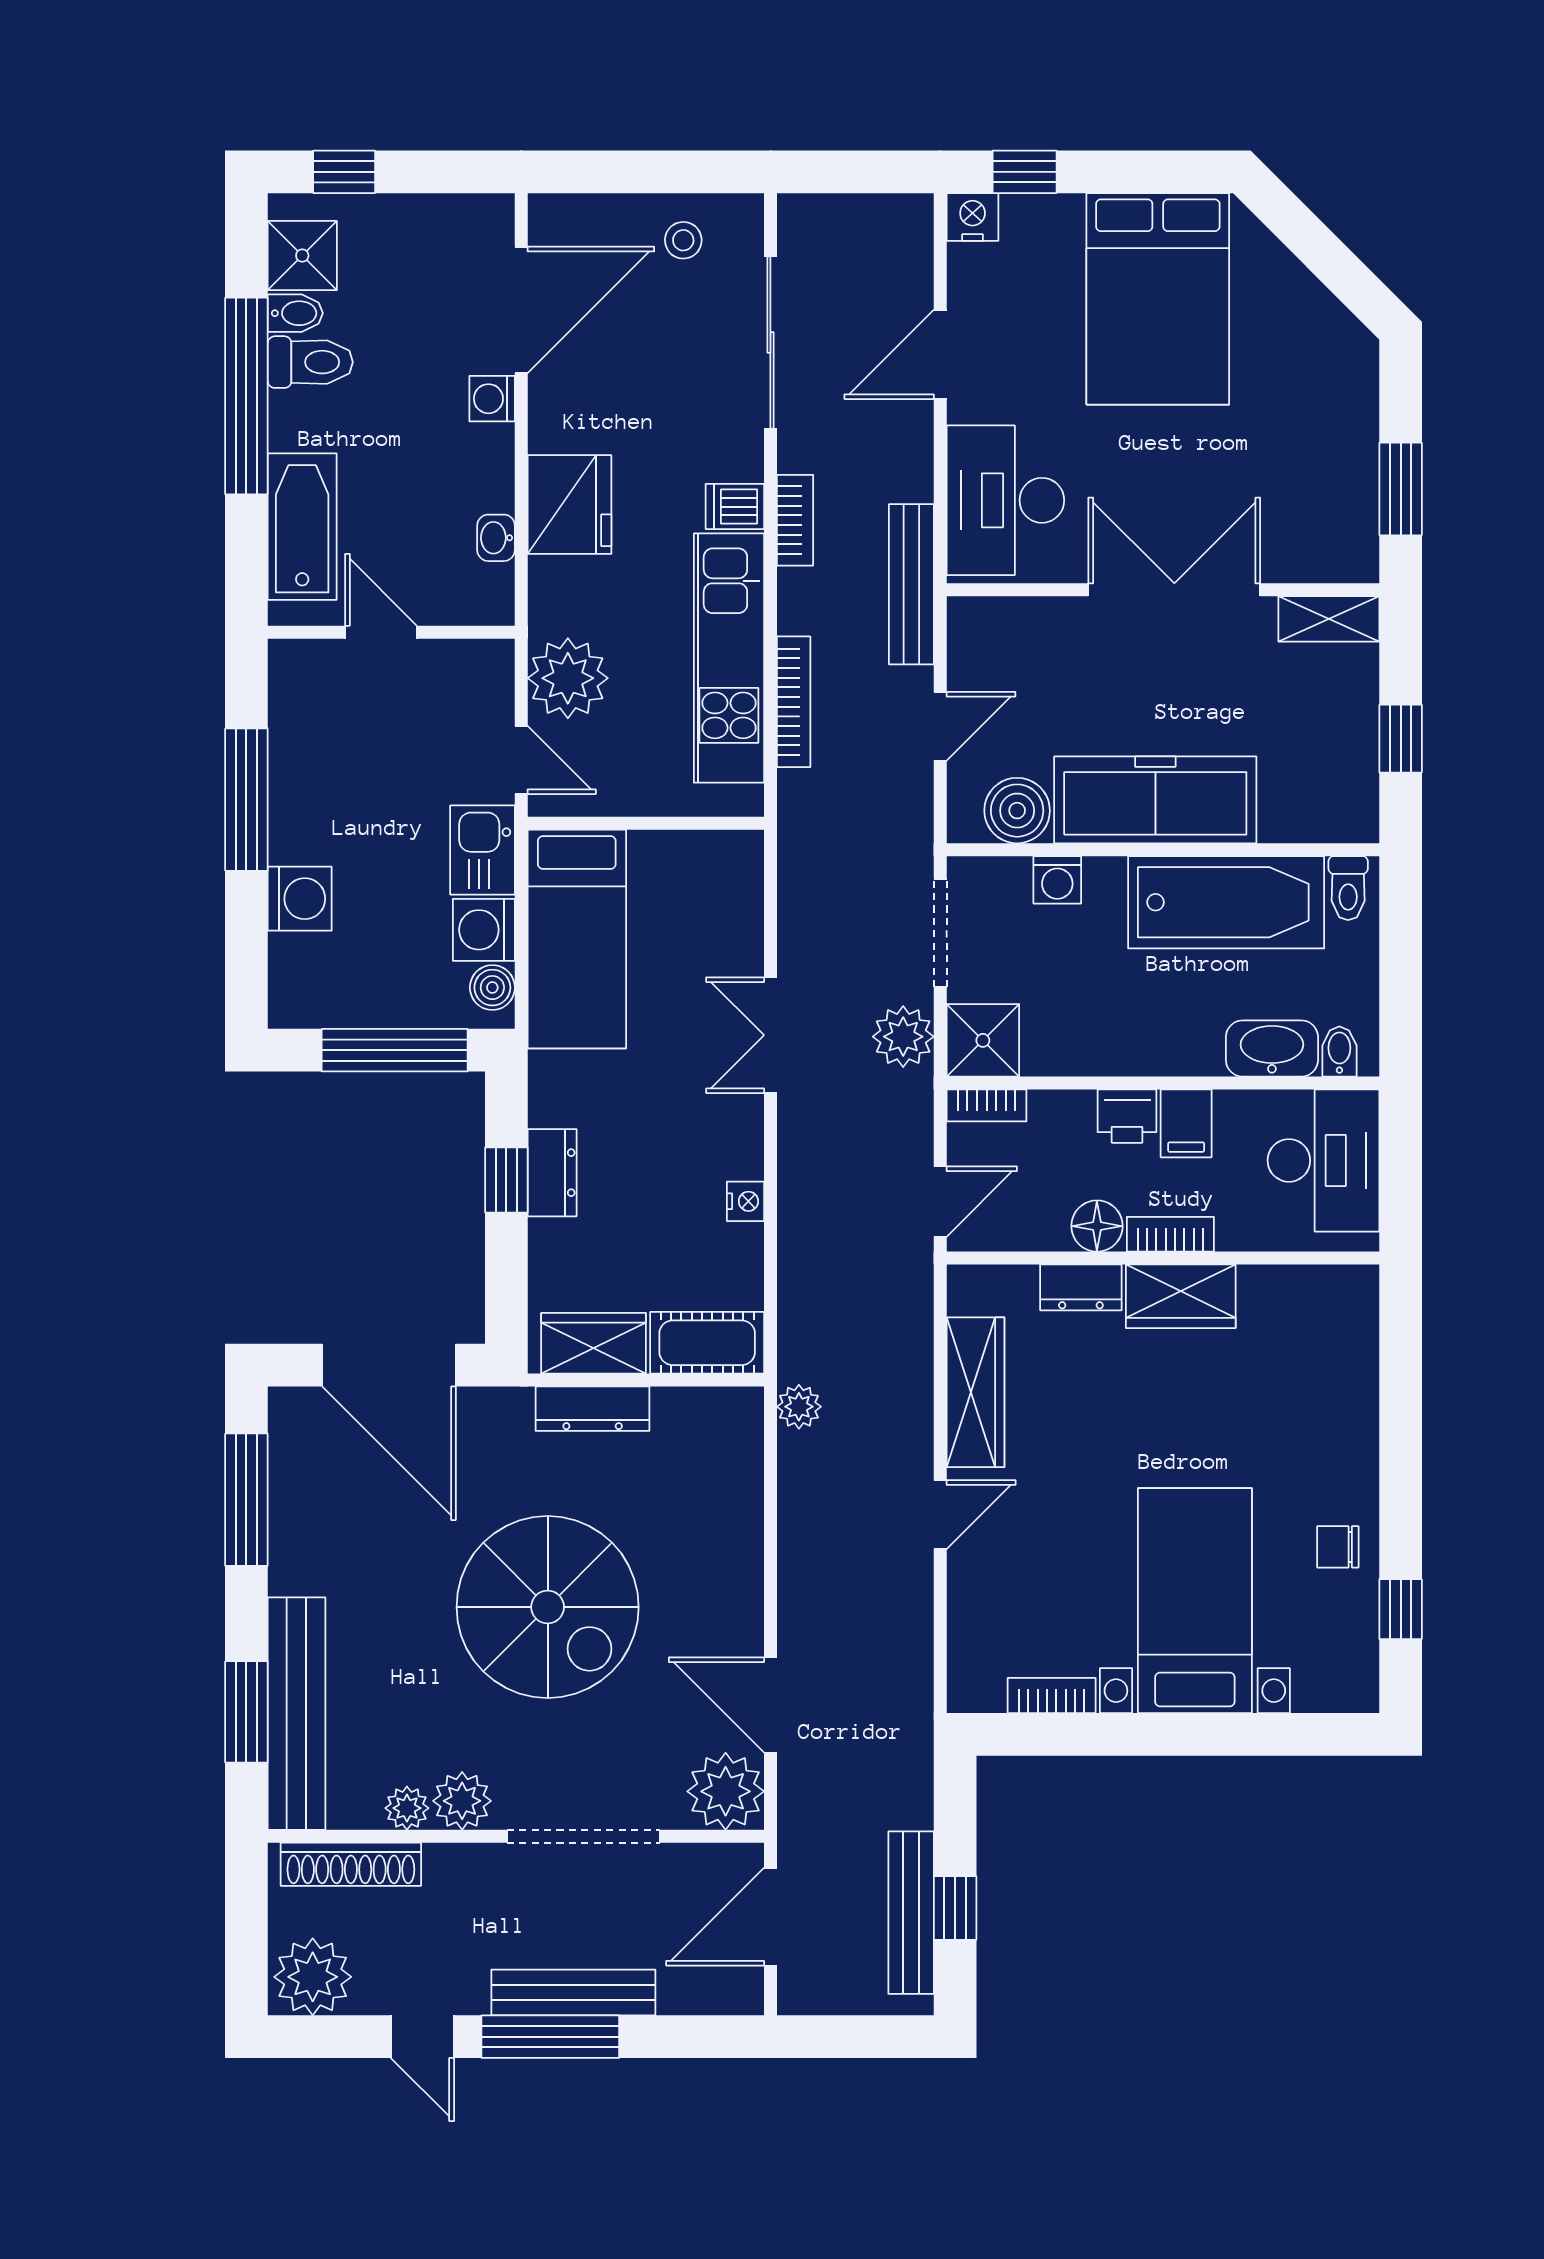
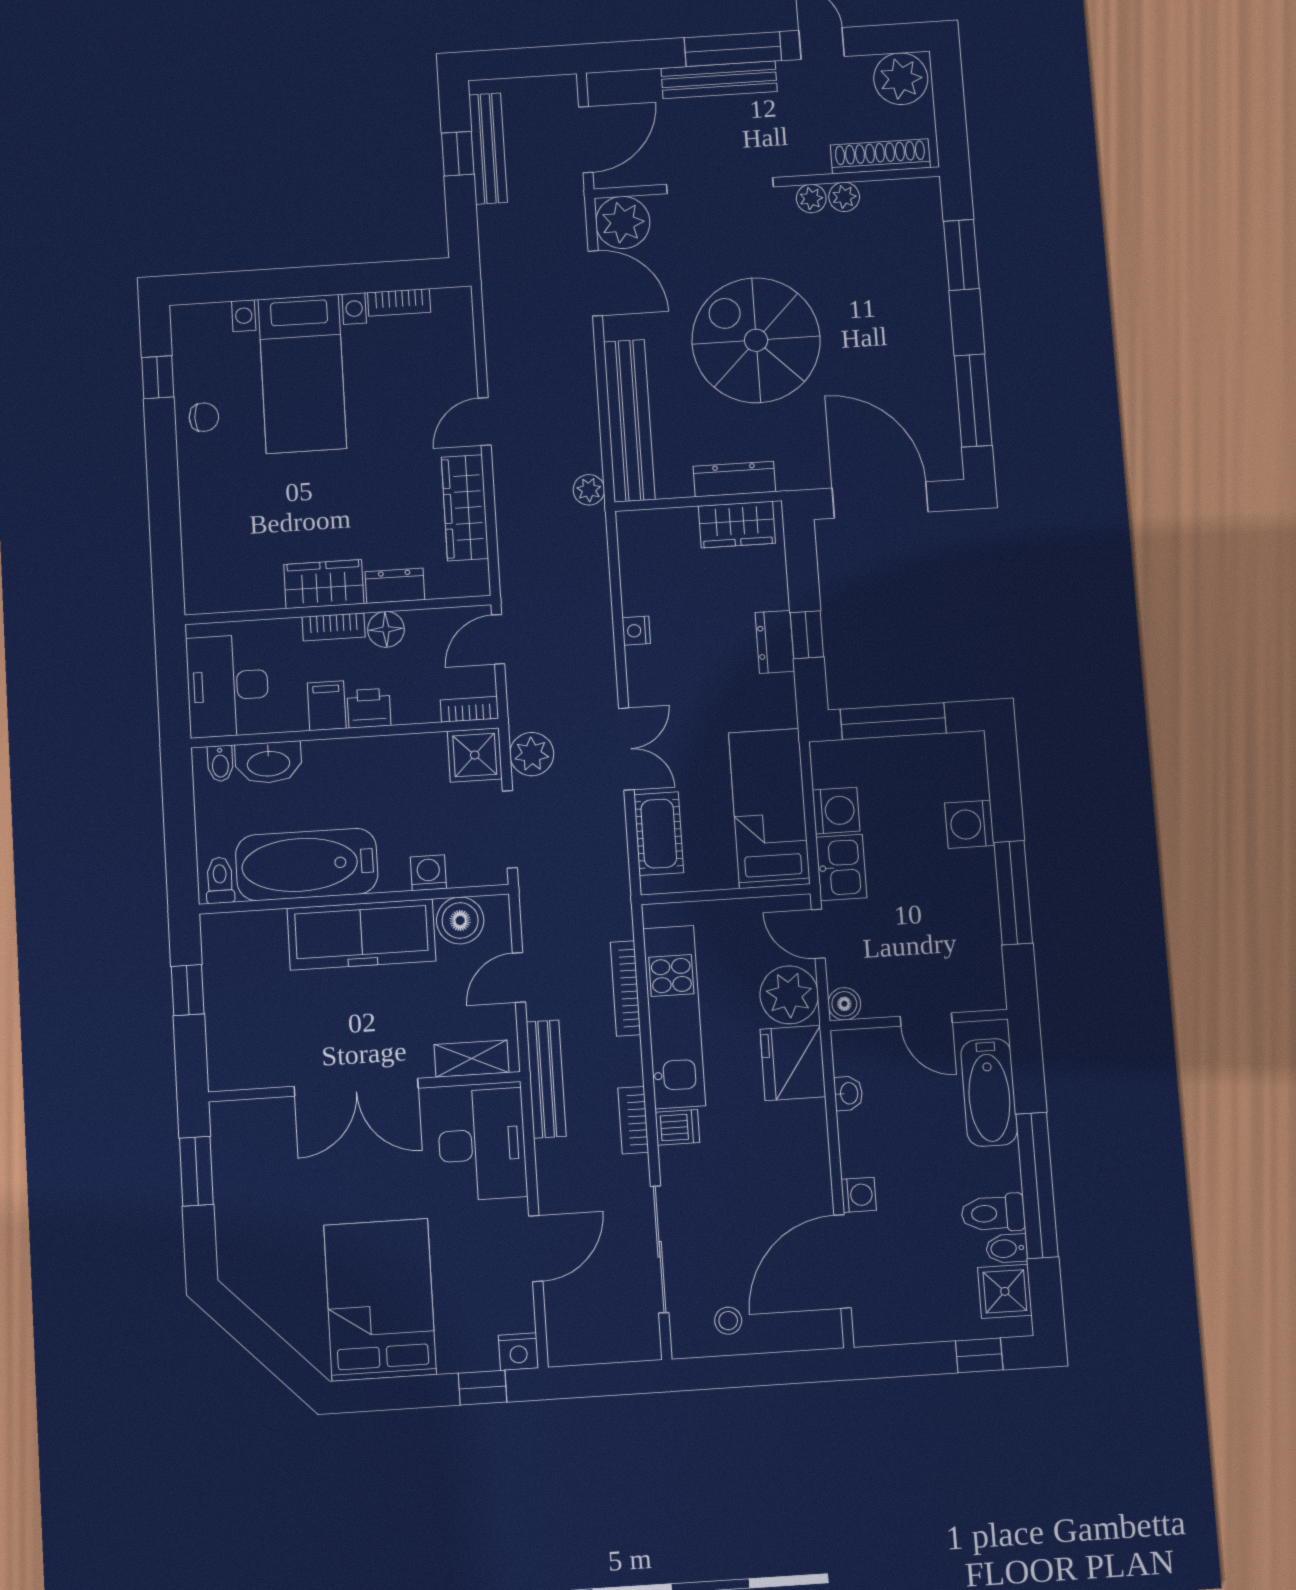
fridge: (569, 504) -> (793, 1063), moved
shelving: (1329, 619) -> (472, 1059), moved
boiler: (492, 988) -> (844, 1004), moved
cot: (707, 1343) -> (659, 834), moved, turned 90
bench: (297, 1714) -> (629, 421), moved
plant: (462, 1801) -> (811, 198), width x0.73, depth x0.73

